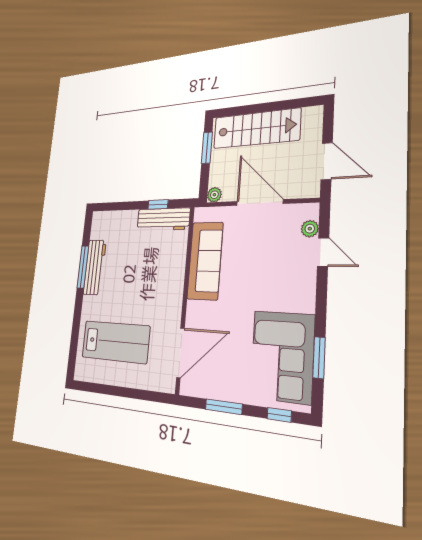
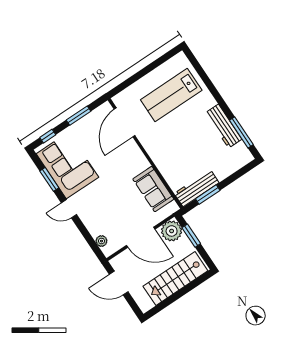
window: (207, 148) -> (191, 236), moved
plant: (214, 195) -> (172, 231), width x1.88, depth x1.88
window: (158, 204) -> (208, 195), width x1.50
door: (323, 252) -> (69, 209), moved
sofa: (205, 261) -> (153, 189), width x0.73
window: (83, 267) -> (241, 132), moved

